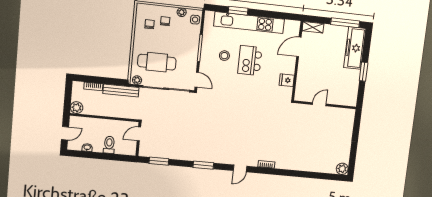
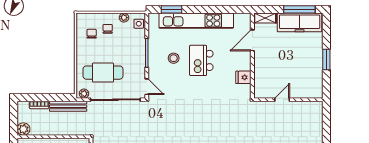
window: (238, 11) -> (172, 9), moved
freezer: (355, 48) -> (300, 22), moved, turned -90

